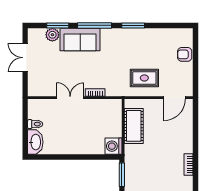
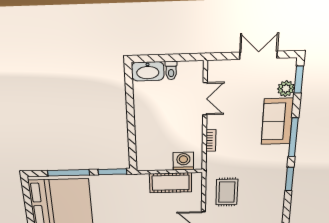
window: (58, 25) -> (299, 80), moved
double door: (70, 98) -> (205, 99), moved
washing machine: (114, 146) -> (183, 161), moved

